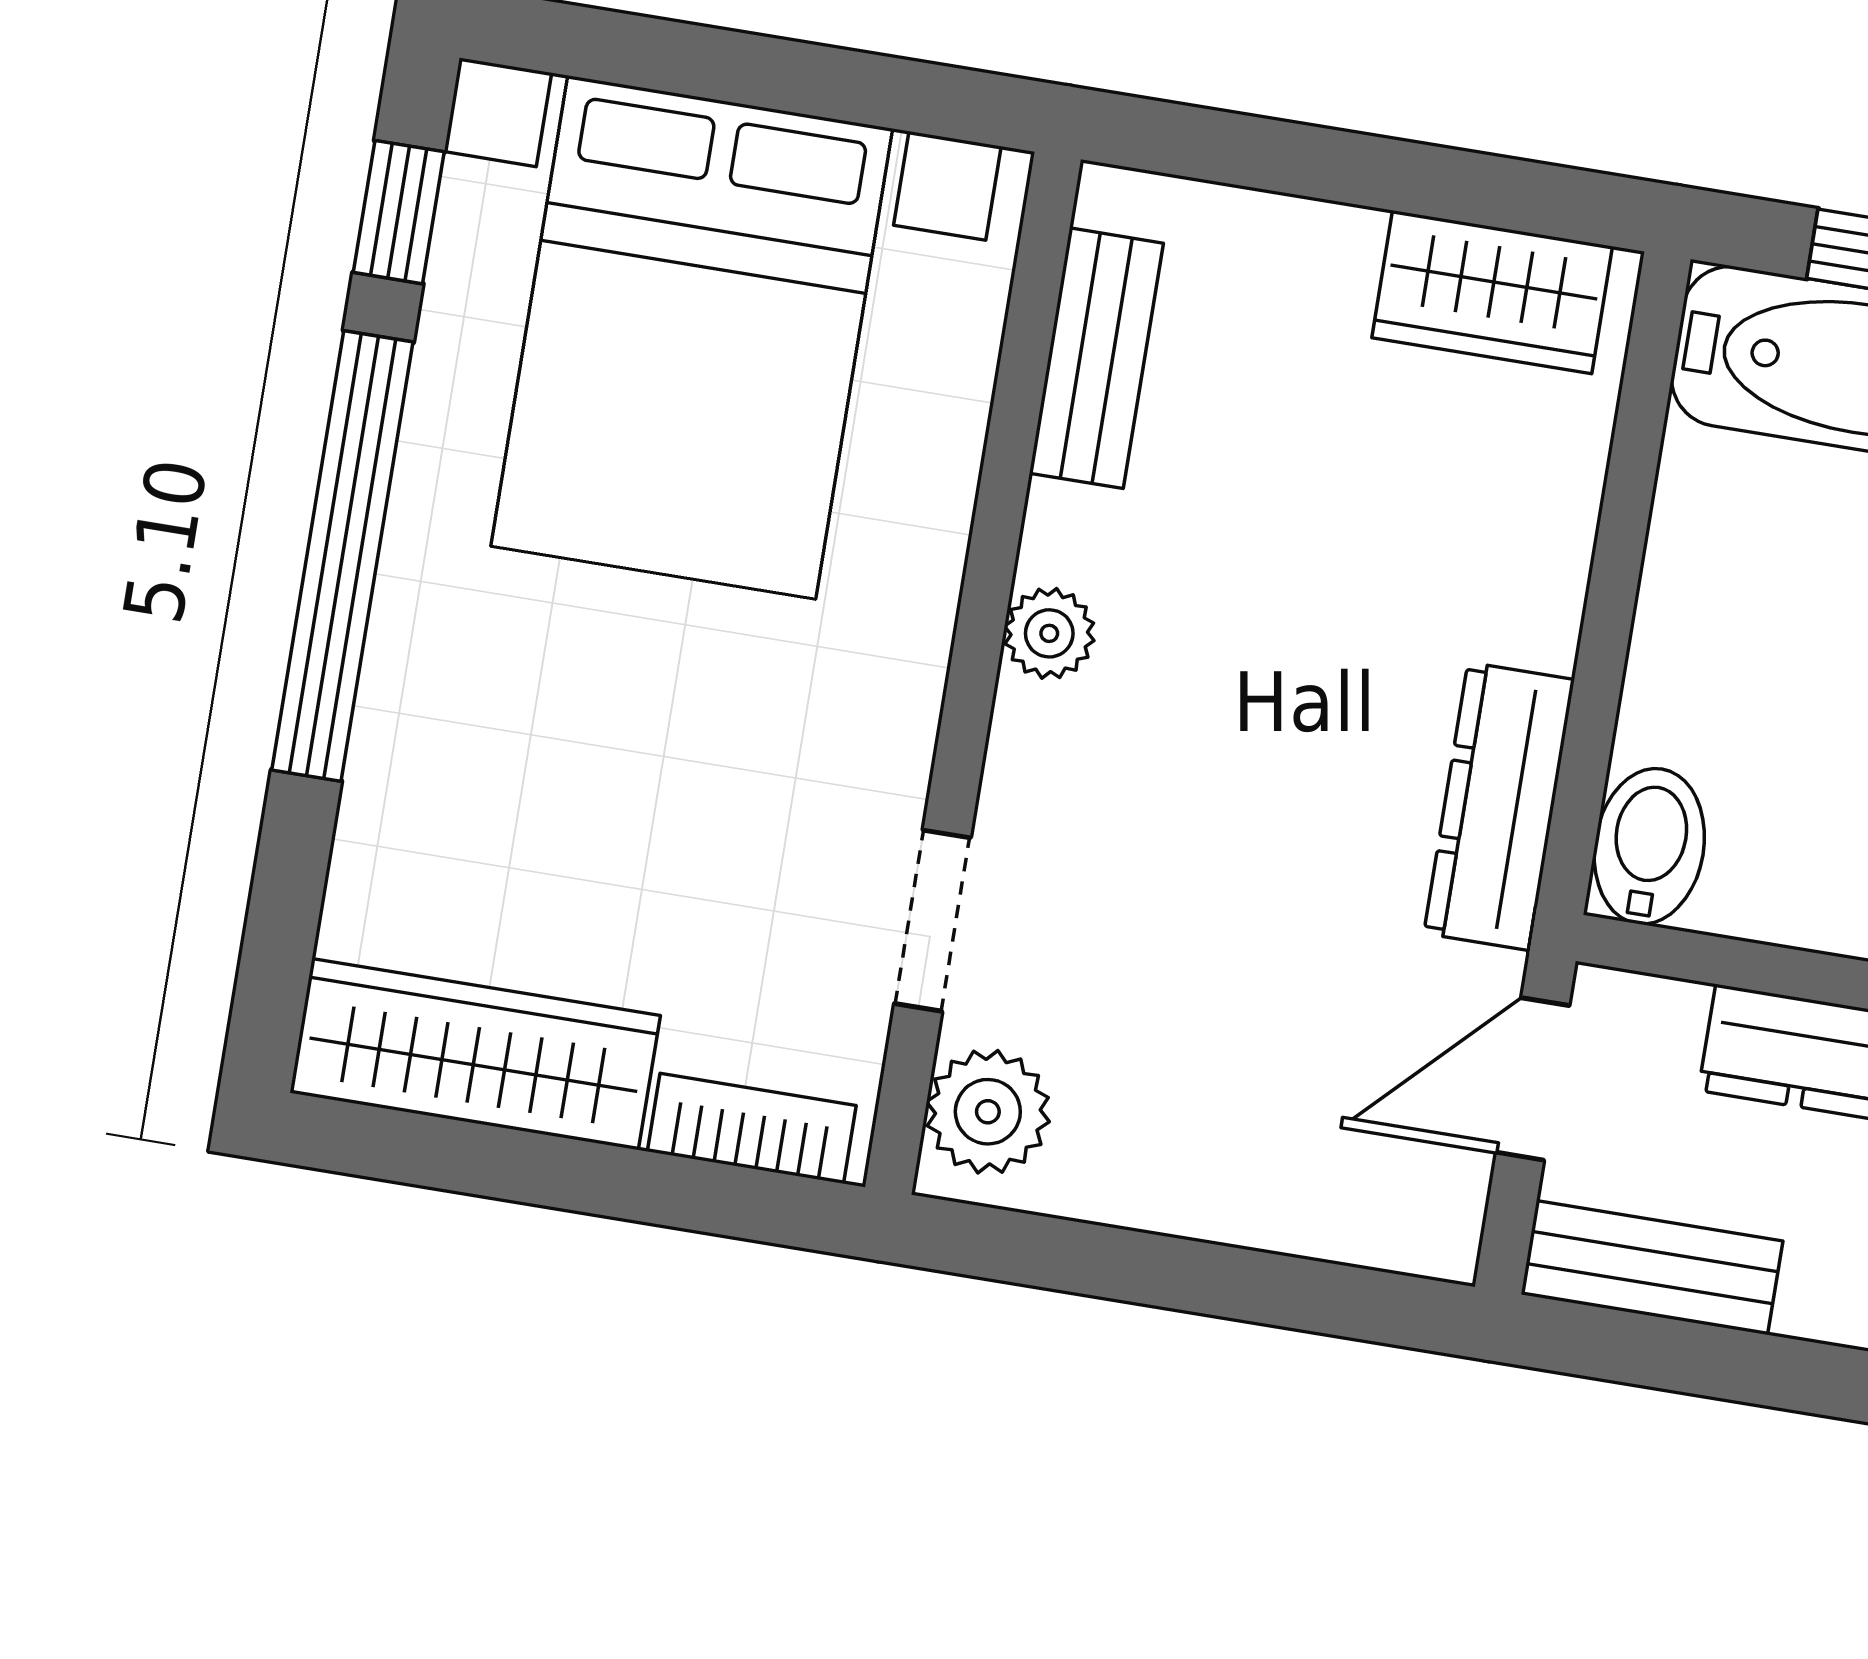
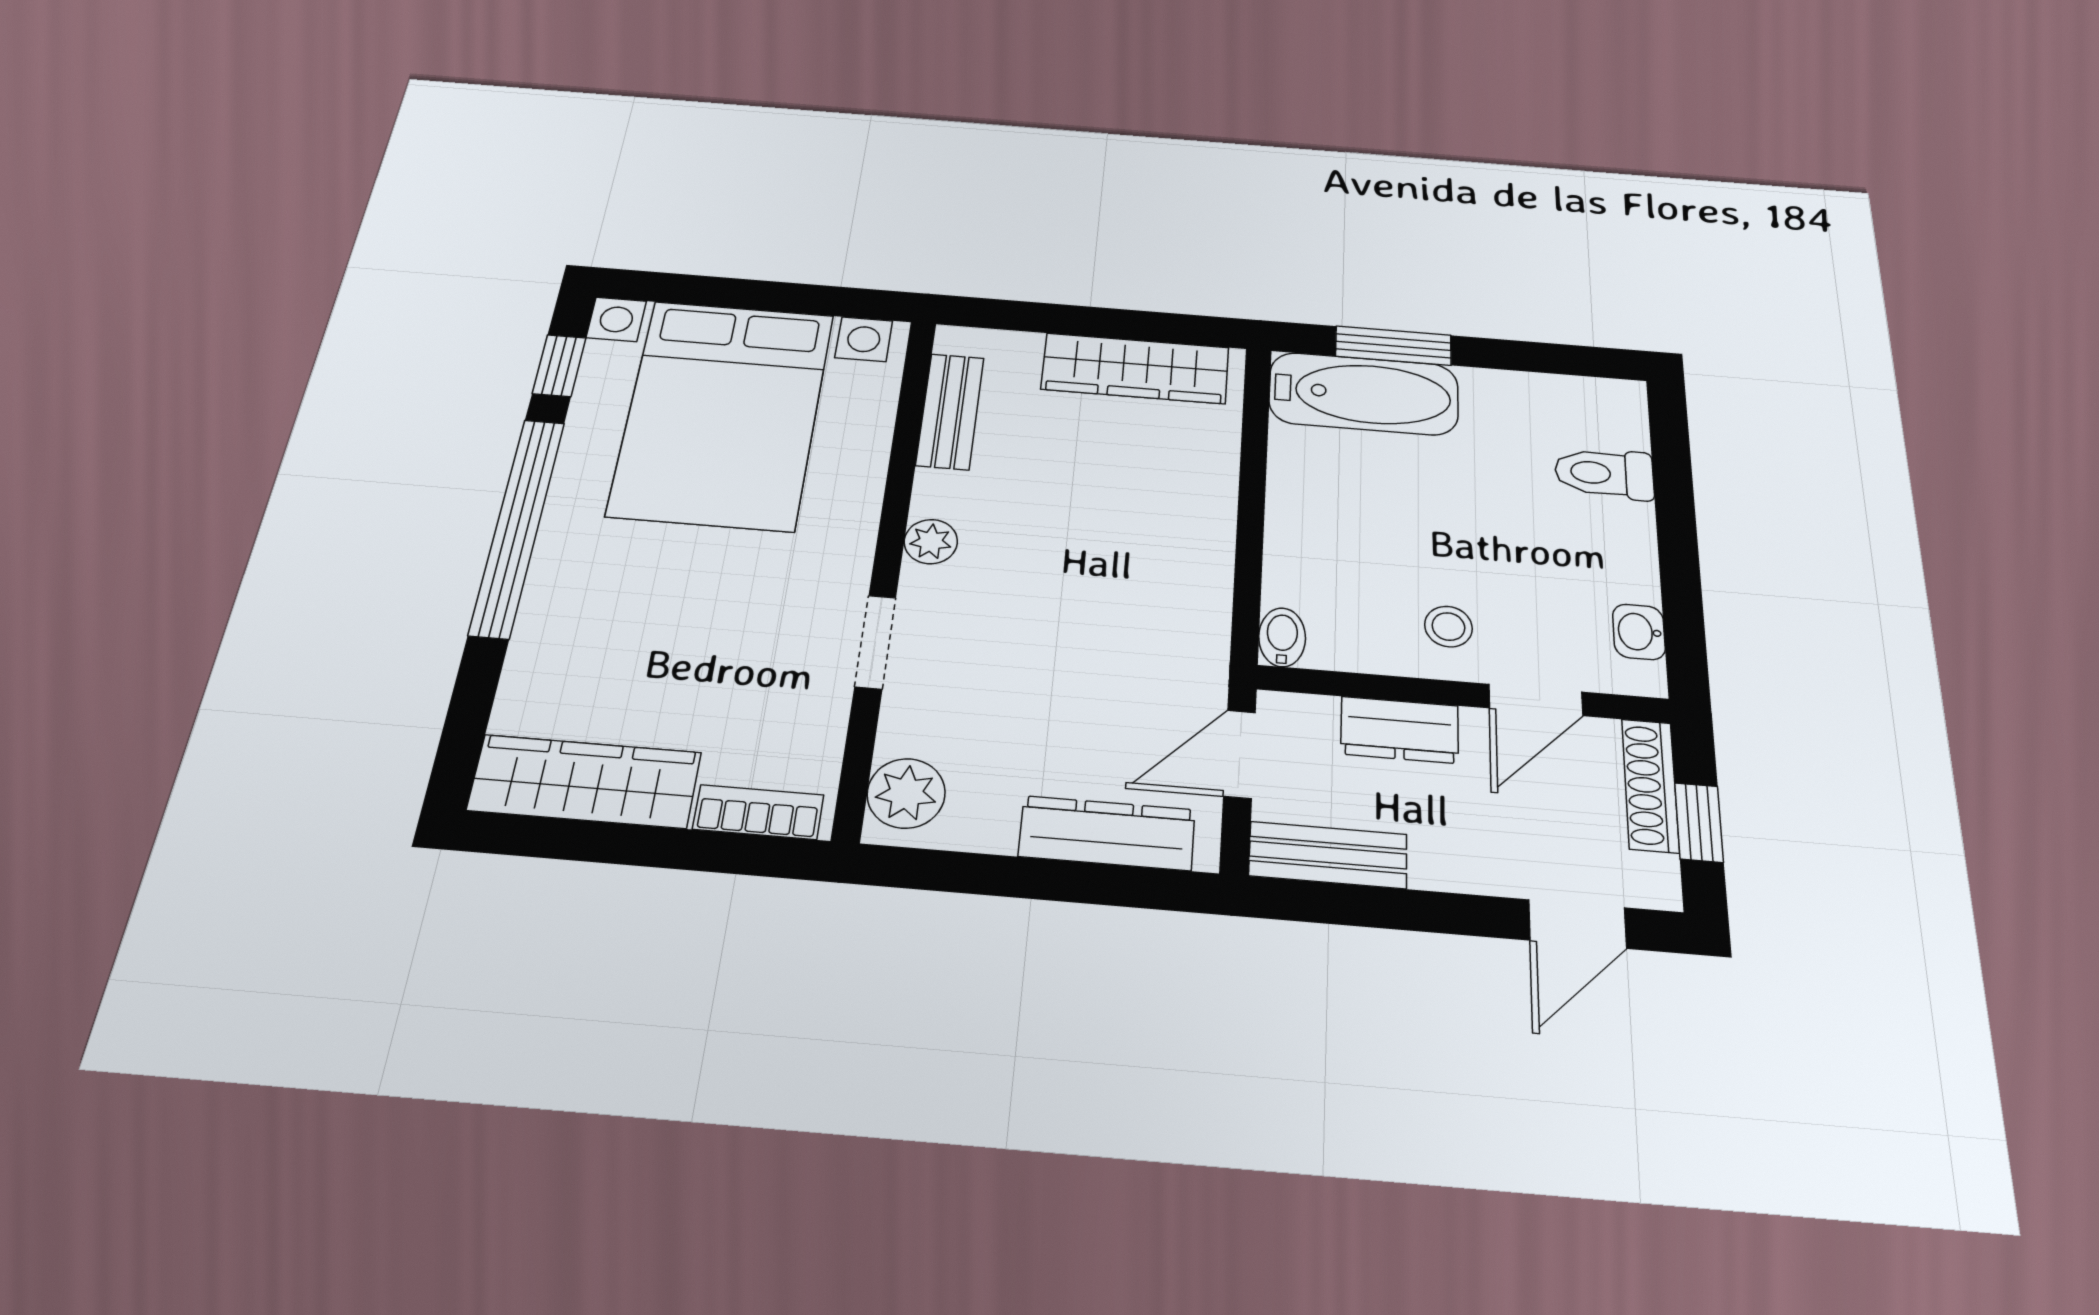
wardrobe: (1492, 292) -> (1135, 368), width x1.50
dresser: (1499, 806) -> (1107, 833), moved, turned 90
bidet: (1649, 846) -> (1282, 637), width x0.72, depth x0.74
doorway: (932, 921) -> (875, 642), moved

